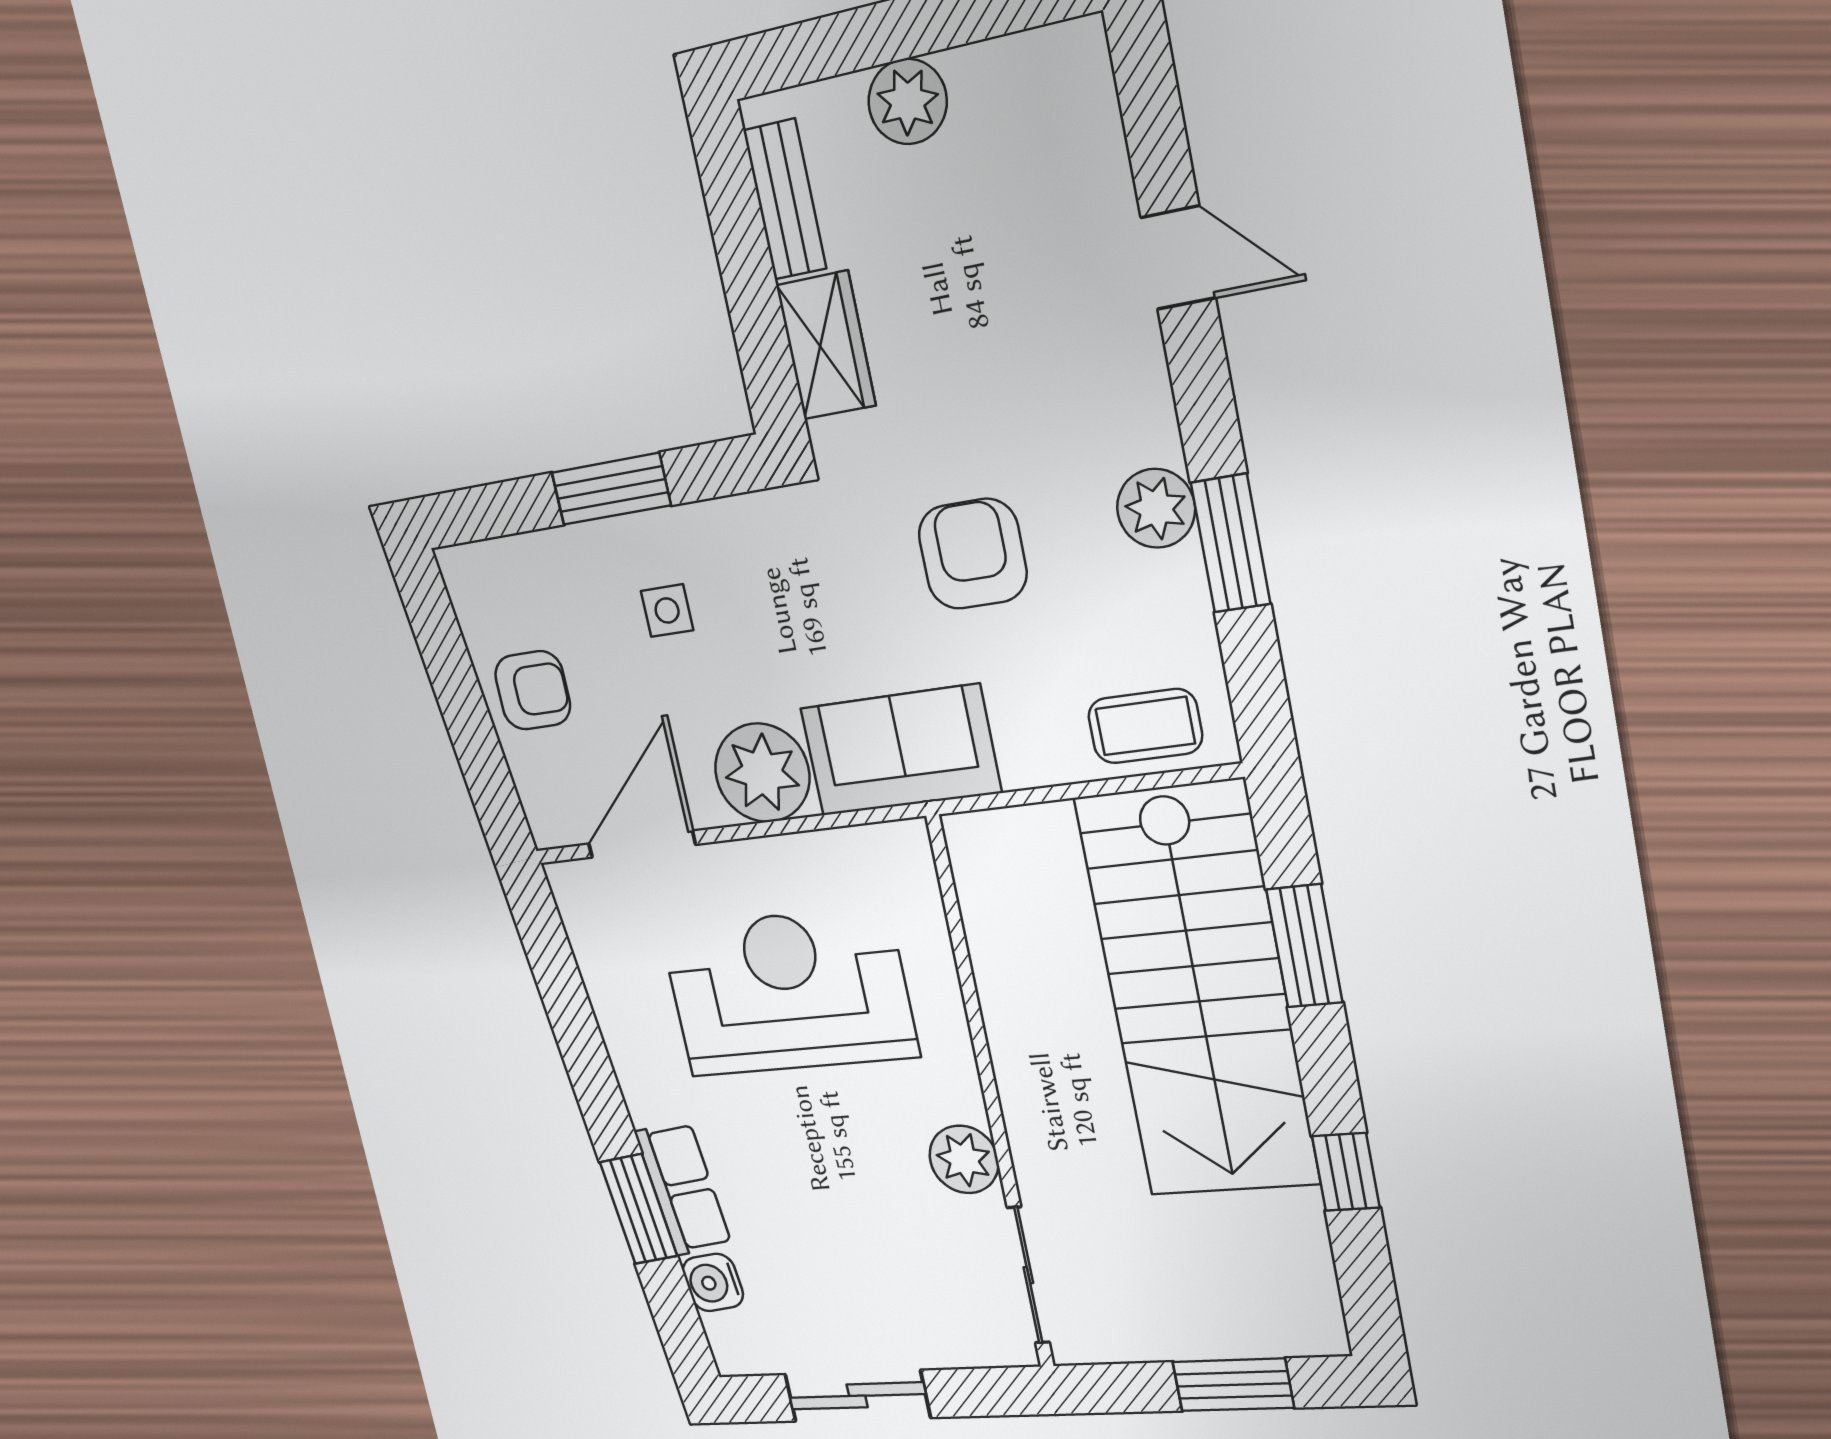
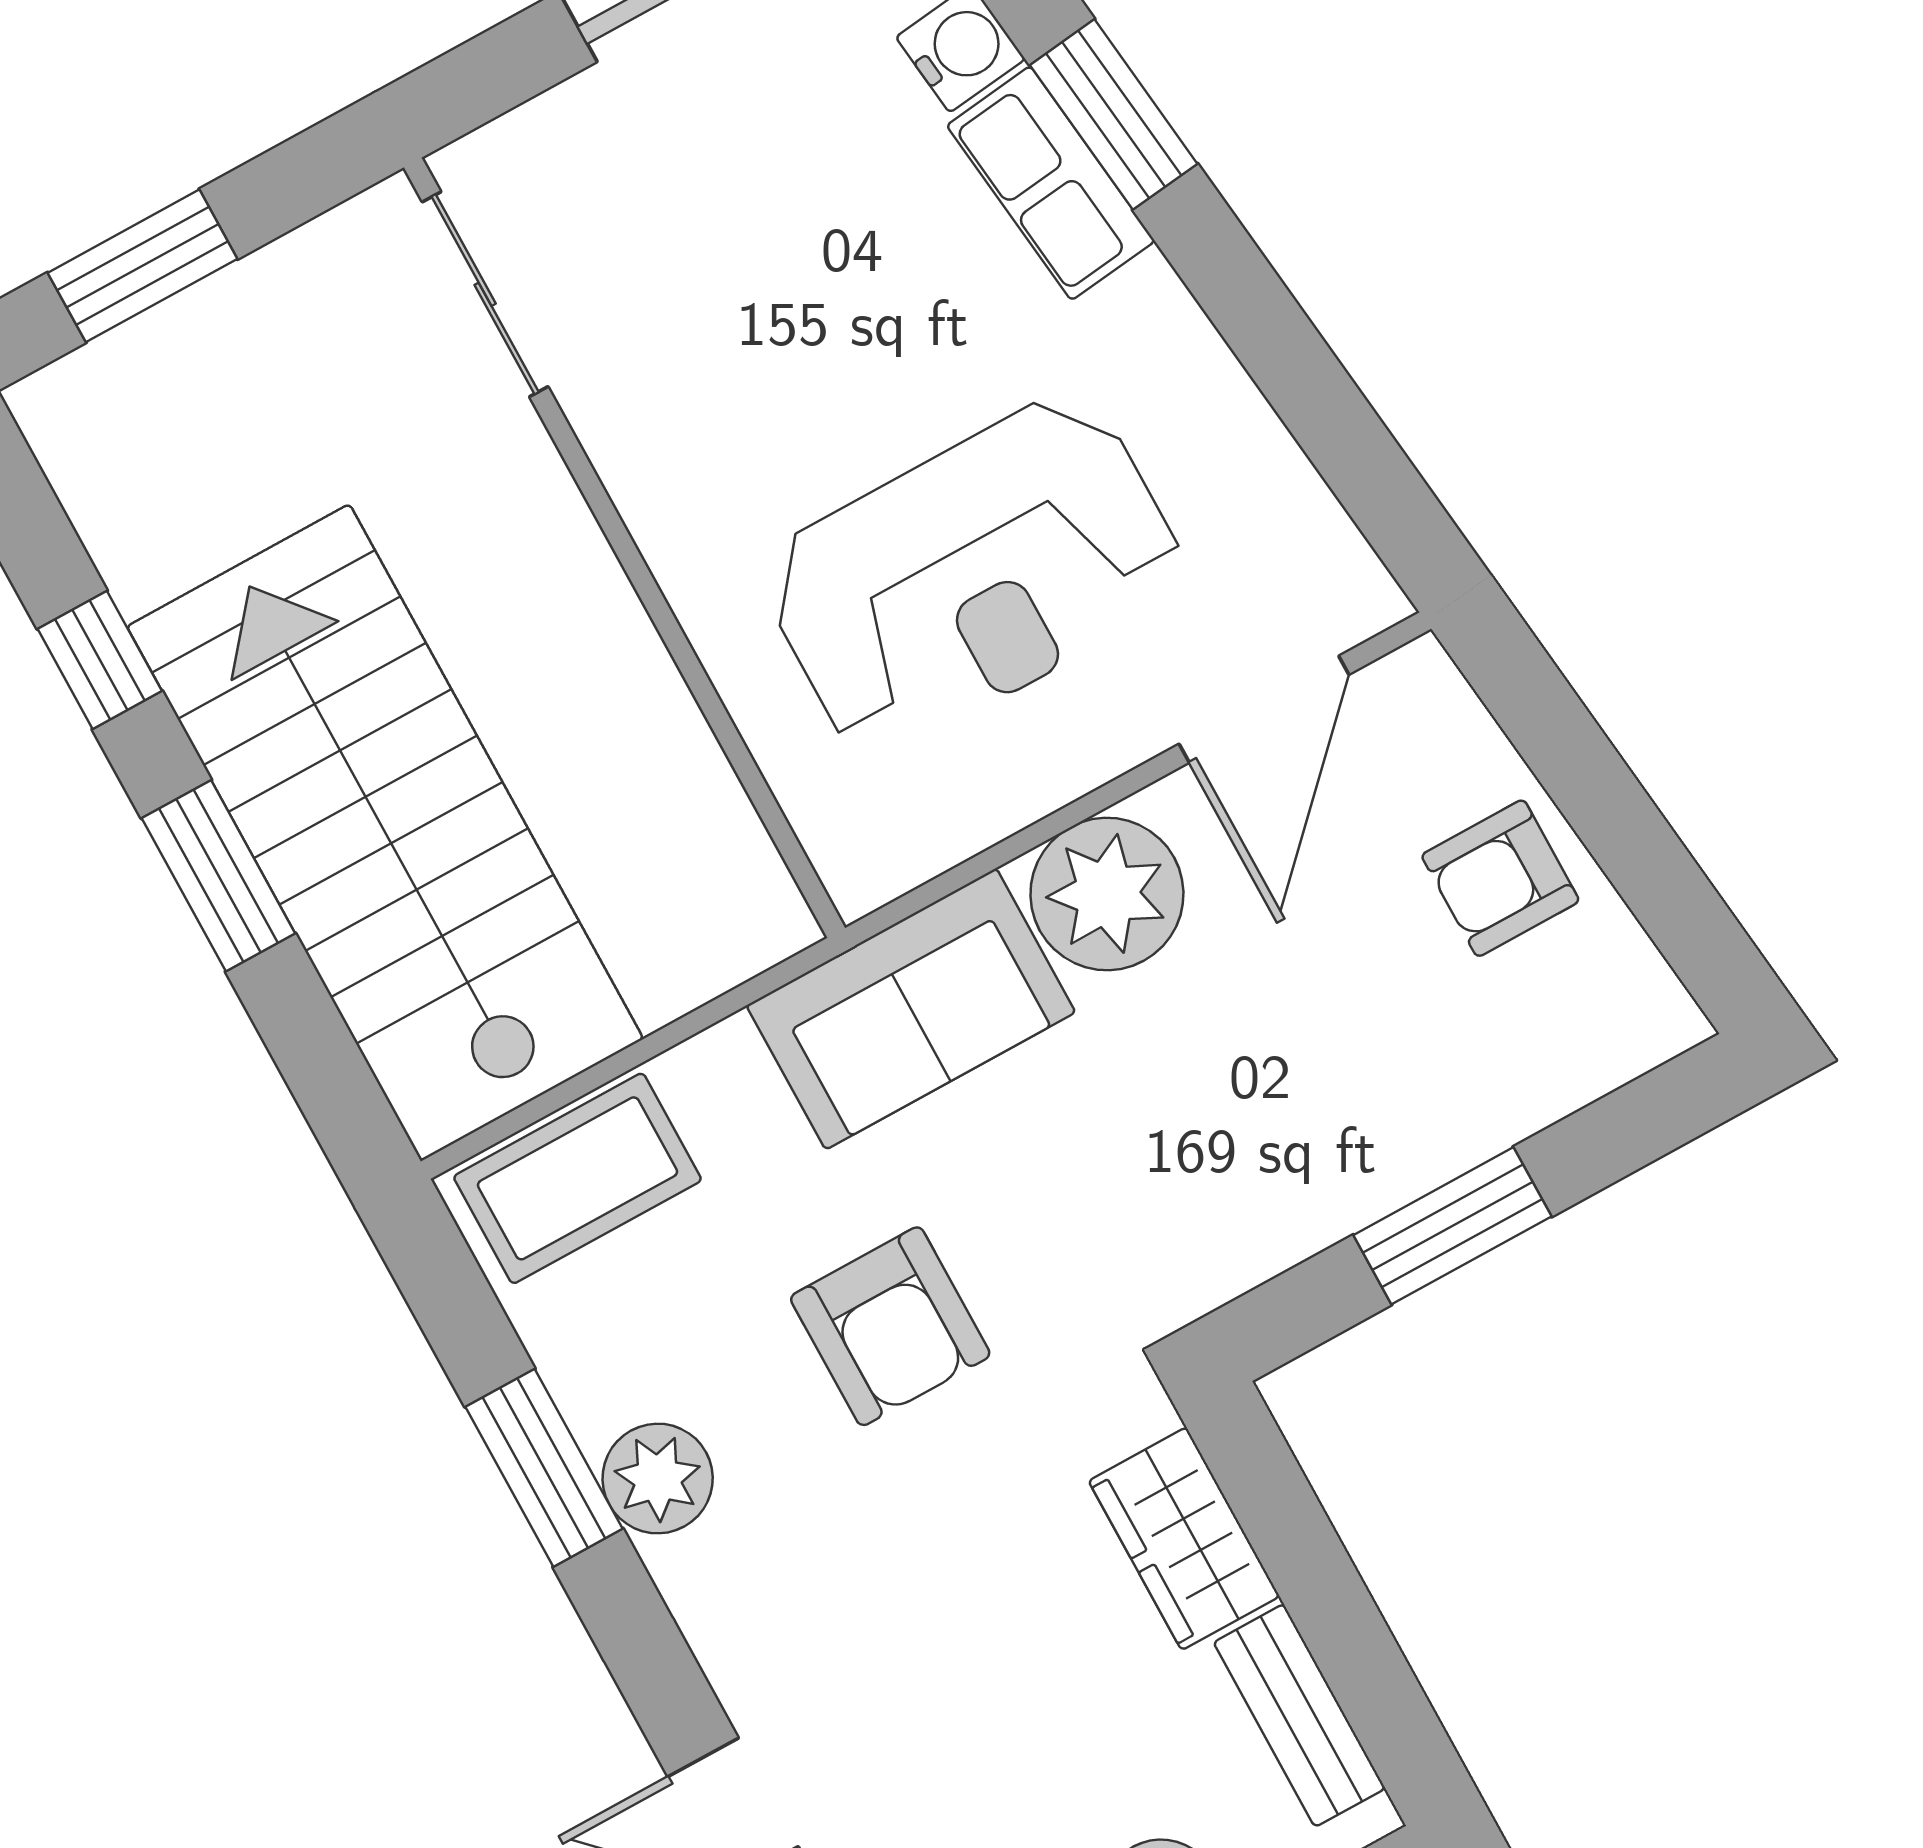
side table: (667, 611) -> (1319, 1079), removed
coffee table: (1145, 726) -> (577, 1178), width x1.36, depth x1.30
window: (1304, 946) -> (218, 876), moved
plant: (964, 1159) -> (634, 432), removed

